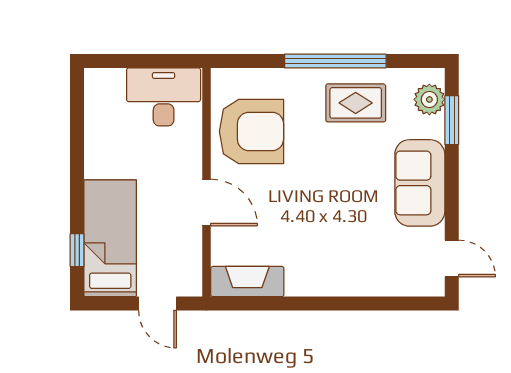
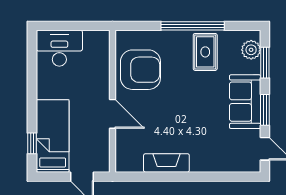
desk: (164, 97) -> (59, 48), moved
rug: (356, 103) -> (205, 52), turned 90
window: (452, 196) -> (265, 110), added
fireplace: (247, 281) -> (166, 163), moved

